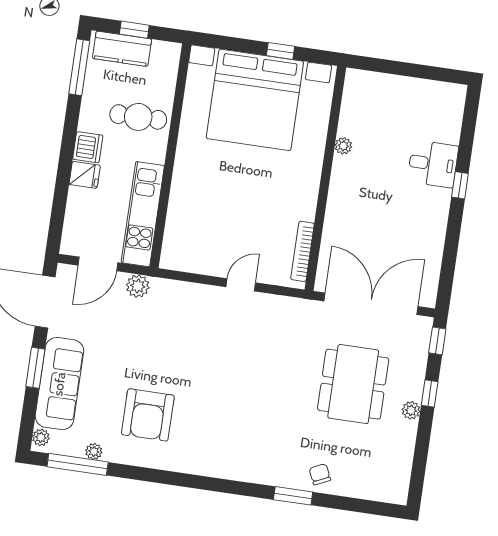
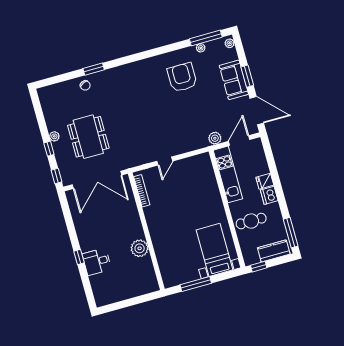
window: (134, 30) -> (259, 267), moved
window: (281, 51) -> (196, 284), width x2.17
bed with nightstands: (255, 100) -> (215, 250), width x0.54
plant: (343, 146) -> (140, 248), width x1.88, depth x1.88
sofa: (59, 384) -> (234, 80), width x0.73

